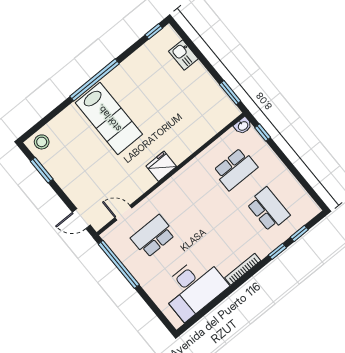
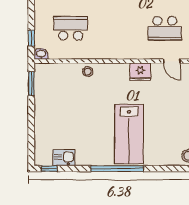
kitchen sink: (183, 55) -> (64, 158), moved, turned -90
lab bench: (109, 118) -> (129, 134), turned 180
stool: (189, 143) -> (88, 72), added
fridge: (161, 166) -> (140, 72), moved

